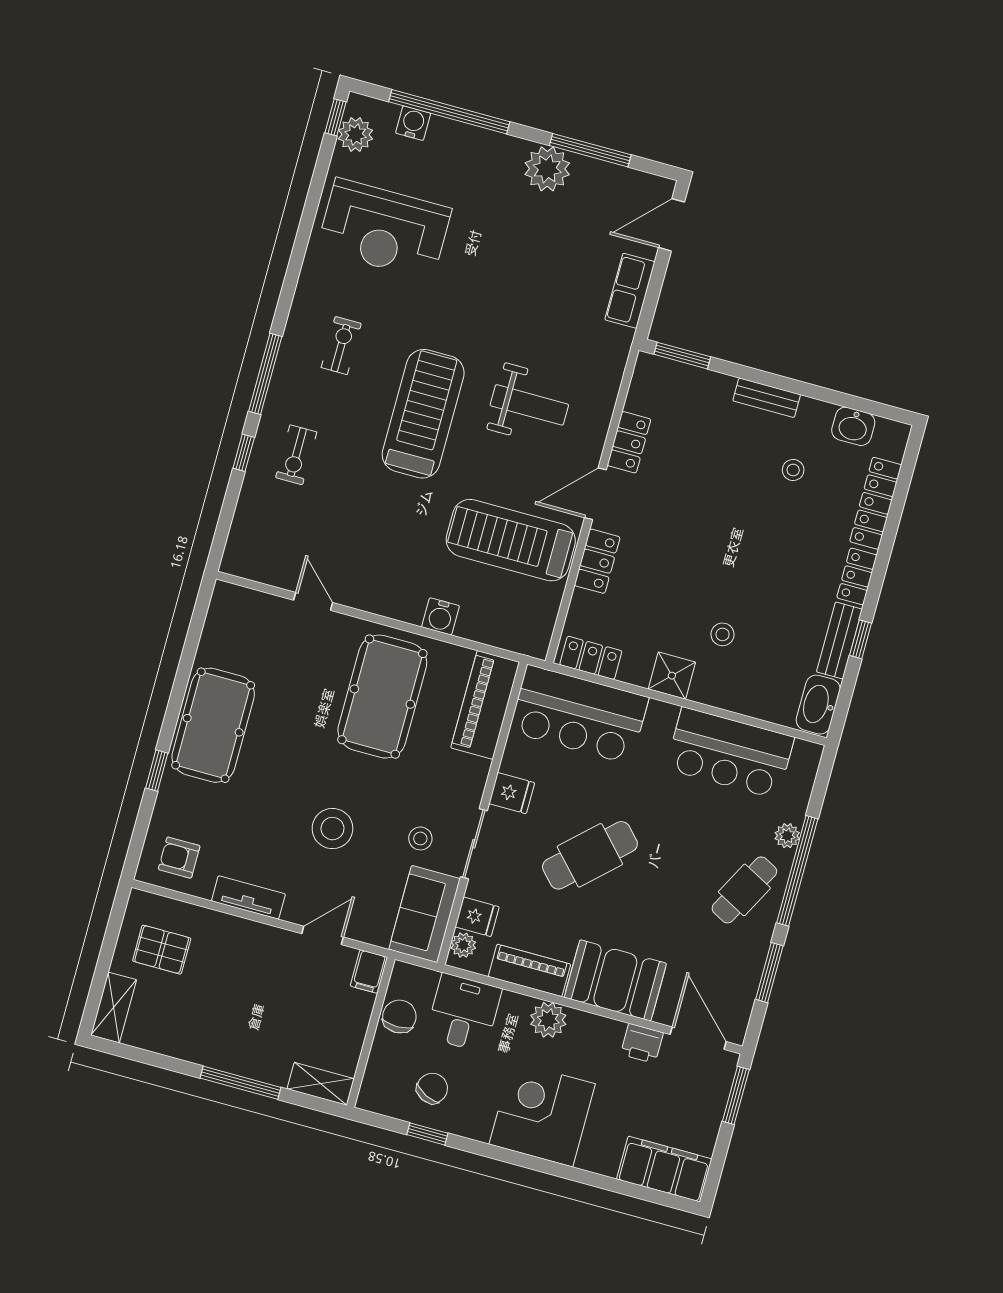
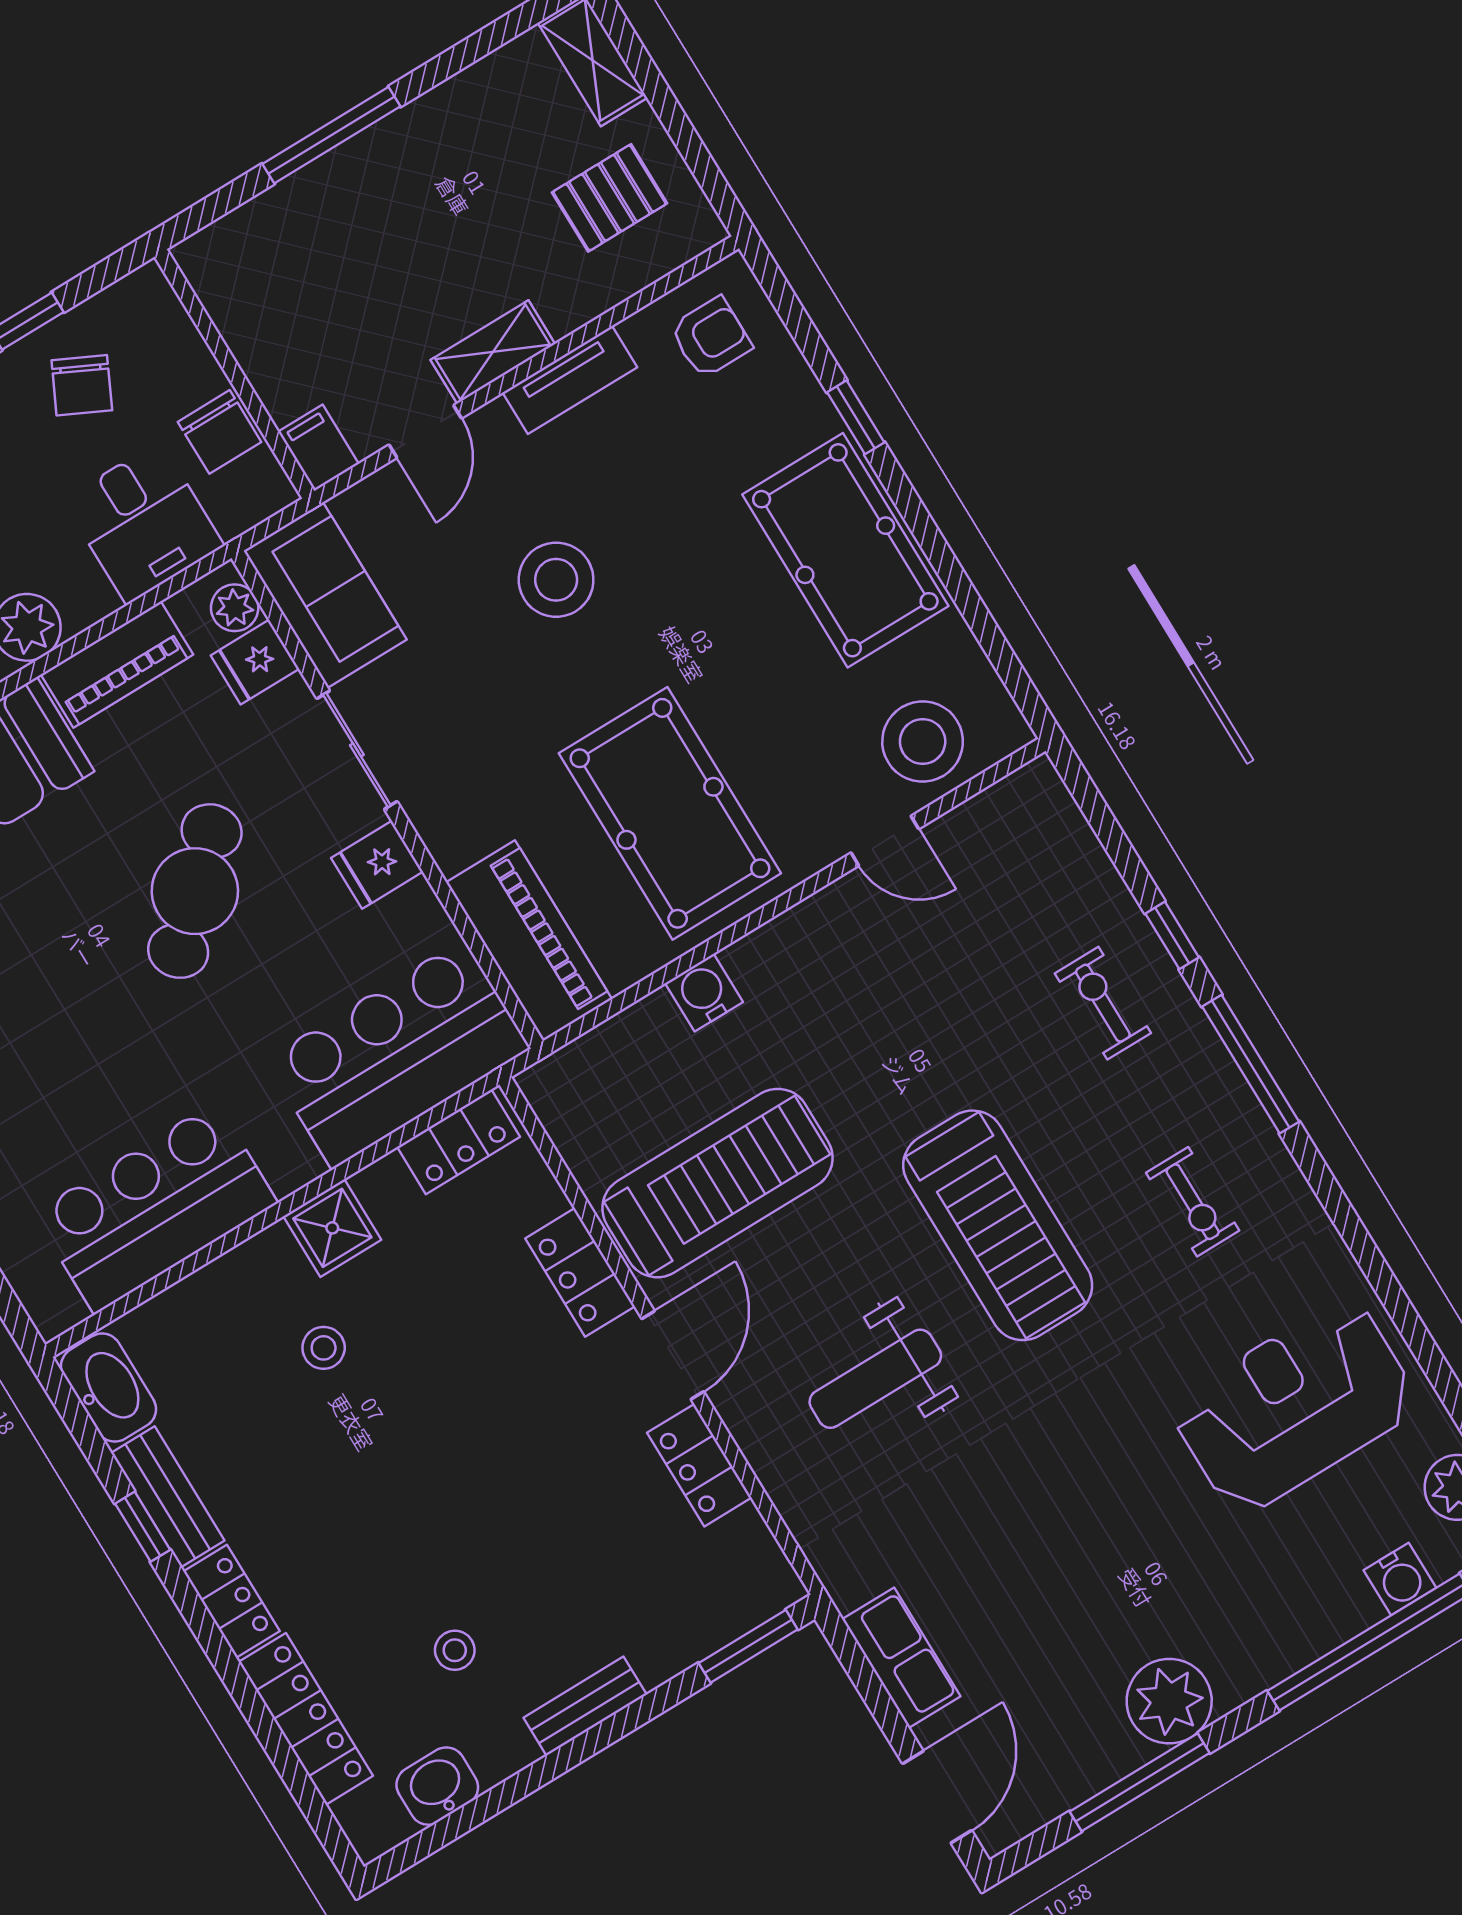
stool: (420, 838) -> (923, 742), moved, width x1.89, depth x1.89
shelving: (321, 1084) -> (493, 352), moved

